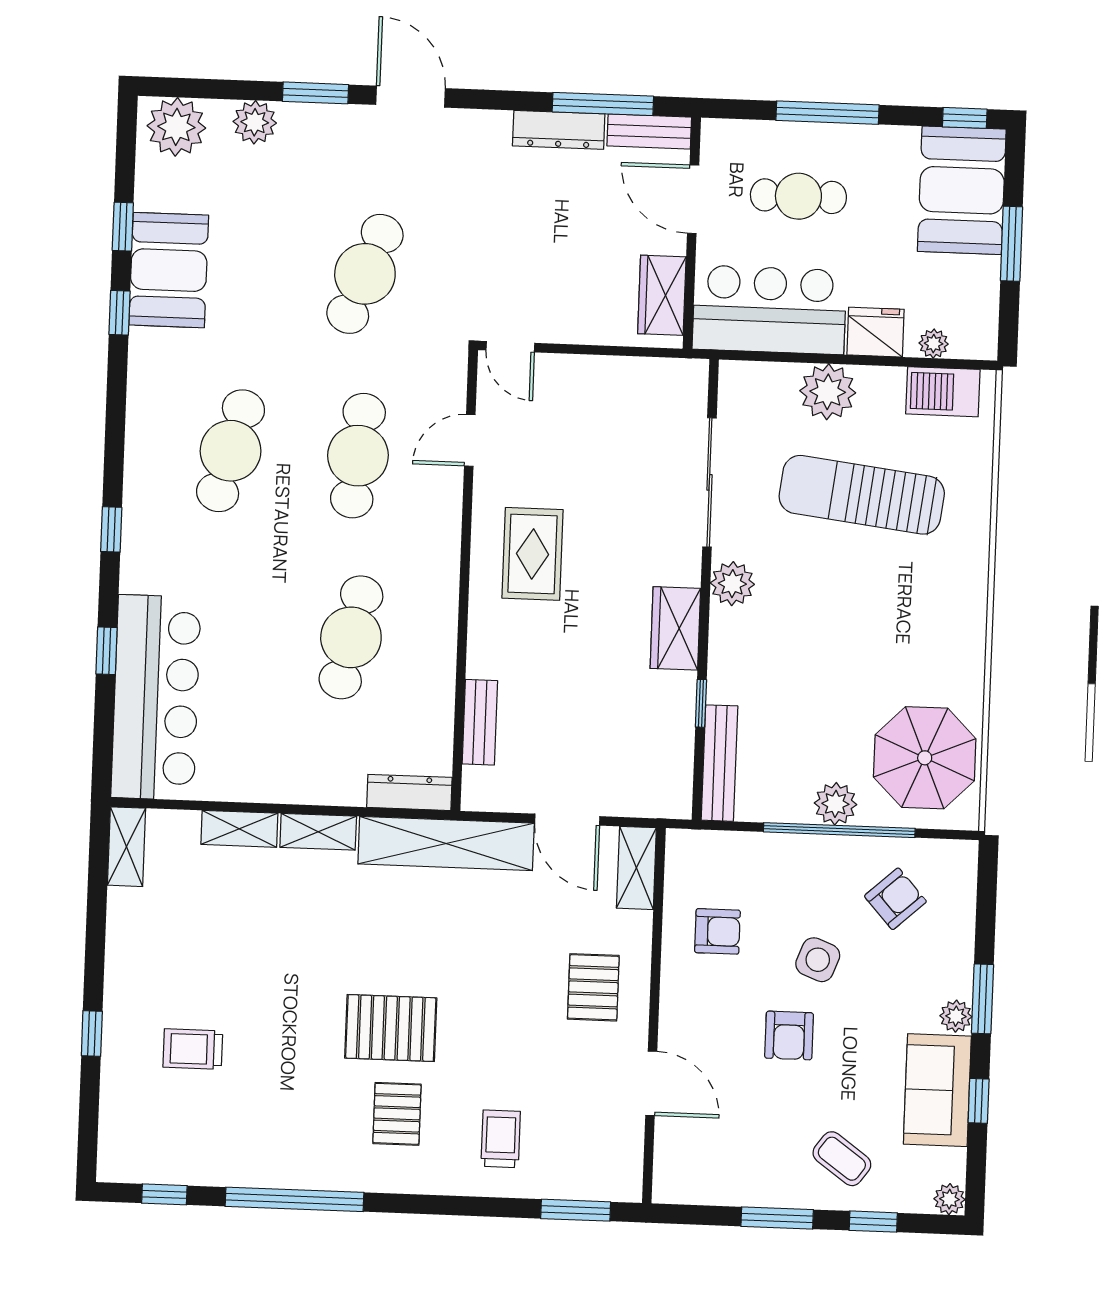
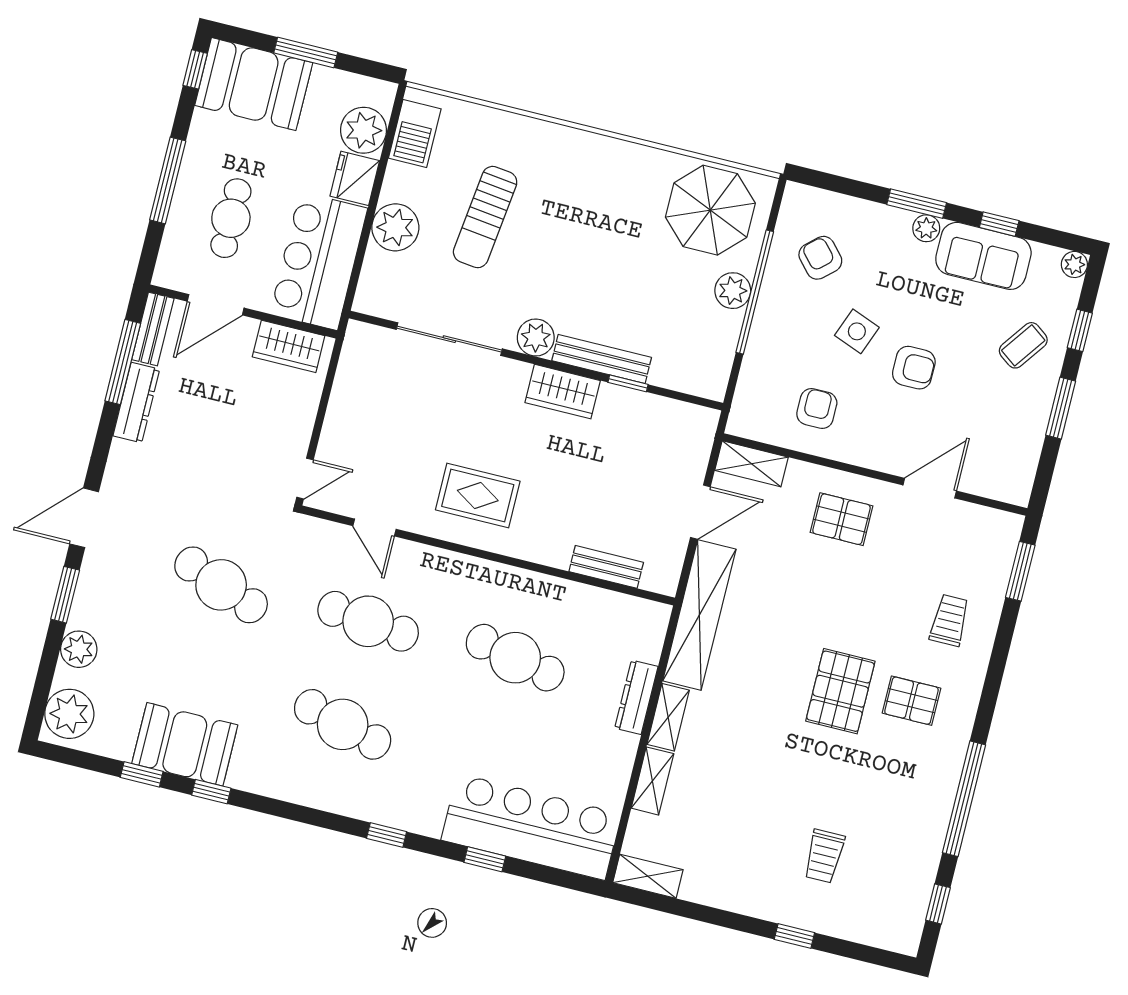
plant: (934, 344) -> (363, 130), width x1.88, depth x1.88
sun lounger: (862, 495) -> (485, 217), width x0.73, depth x0.75
bench: (719, 763) -> (602, 359), moved
dresser: (409, 792) -> (636, 697), moved
trolley: (501, 1139) -> (949, 620), turned 90

